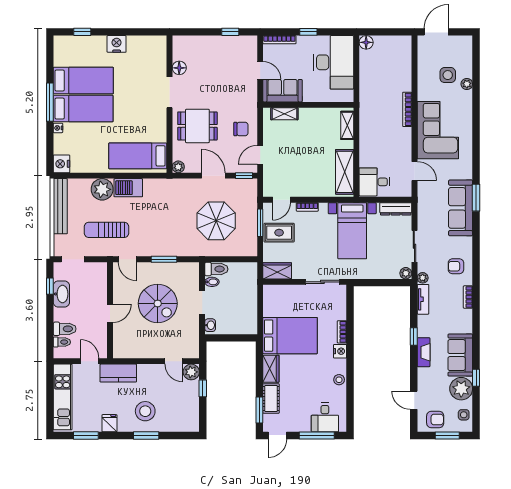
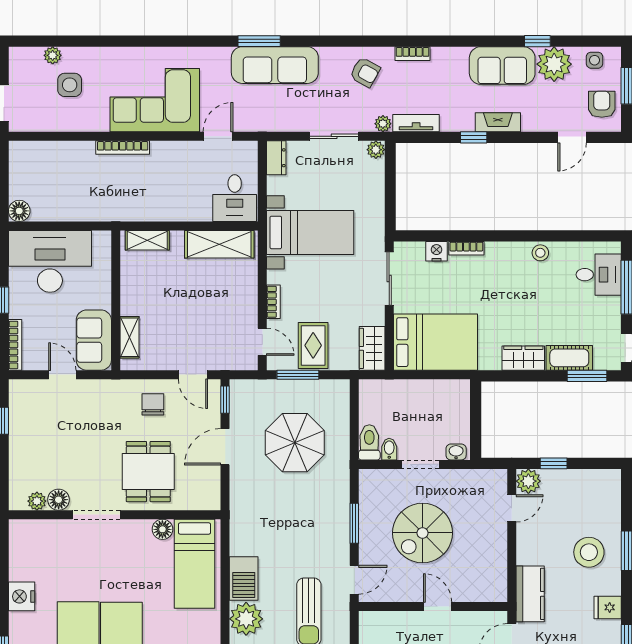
door: (260, 70) -> (62, 375), hinge flipped
plant: (467, 84) -> (53, 55), moved
floor lamp: (160, 135) -> (162, 529), added
plant: (178, 167) -> (37, 501), moved
dresser: (396, 209) -> (276, 158), width x0.70
armchair: (456, 266) -> (365, 72), turned -61
spiral stairs: (158, 303) -> (423, 533), turned 180
bed: (290, 336) -> (435, 342), moved, turned 90
nightstand: (340, 351) -> (436, 251), moved

